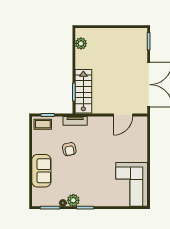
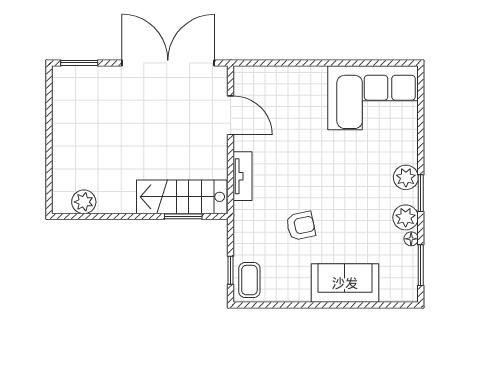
tv unit: (75, 121) -> (243, 176), moved
plant: (93, 200) -> (406, 177), added

